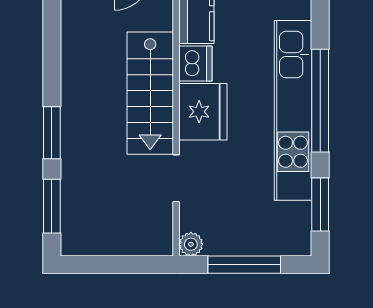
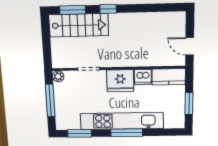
stairs: (150, 93) -> (79, 25), moved, turned 180
window: (320, 101) -> (127, 133), width x0.68
window: (52, 133) -> (108, 9), width x0.67

